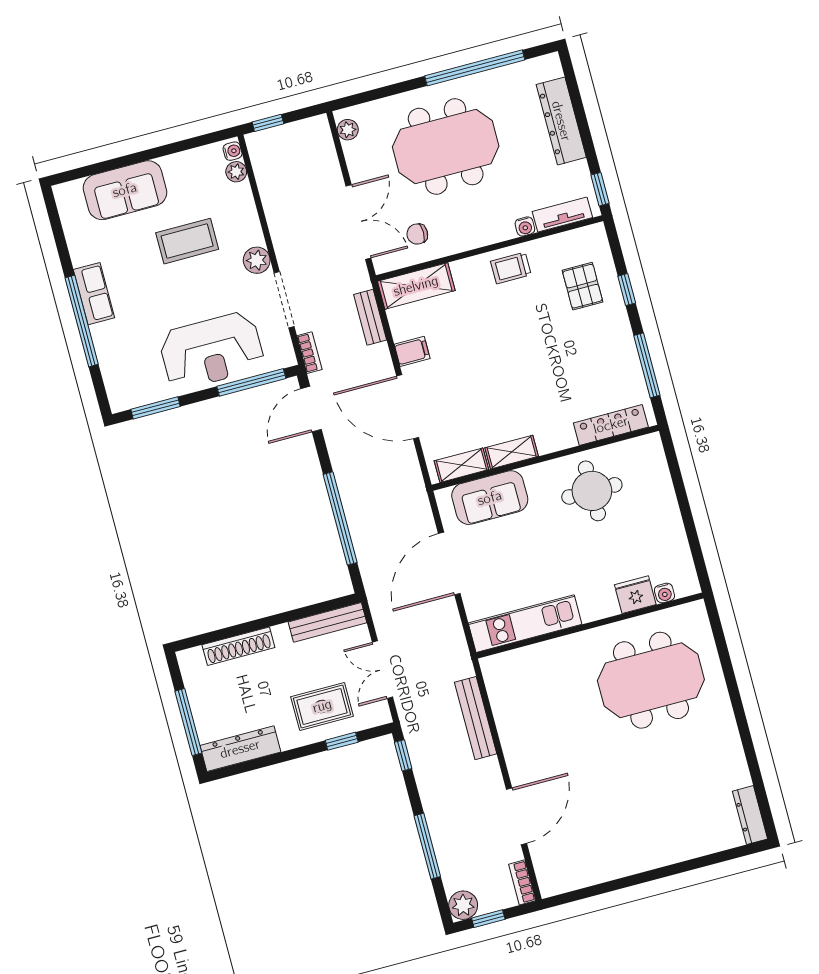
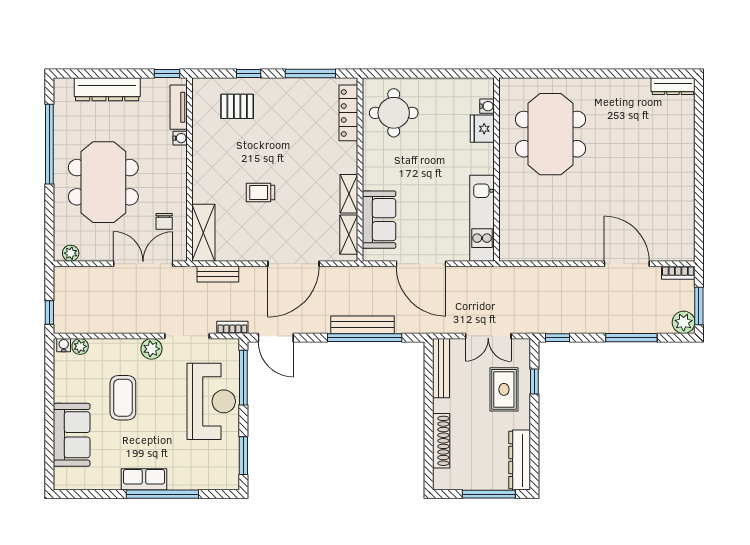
trolley: (511, 268) -> (261, 193), moved, turned 90
filing cabinet: (412, 351) -> (252, 249), removed
round table: (592, 491) -> (394, 113), moved
bench: (476, 718) -> (363, 325), moved
window: (488, 919) -> (699, 306), width x1.50

